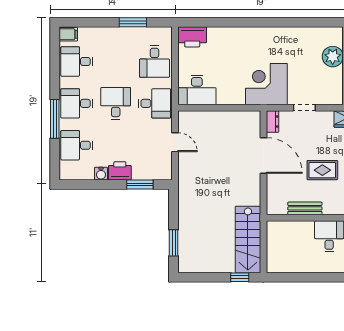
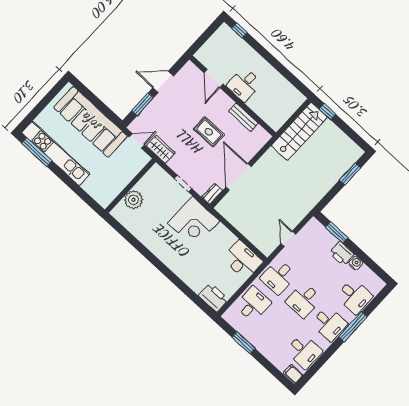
desk: (155, 103) -> (278, 277), turned -90

